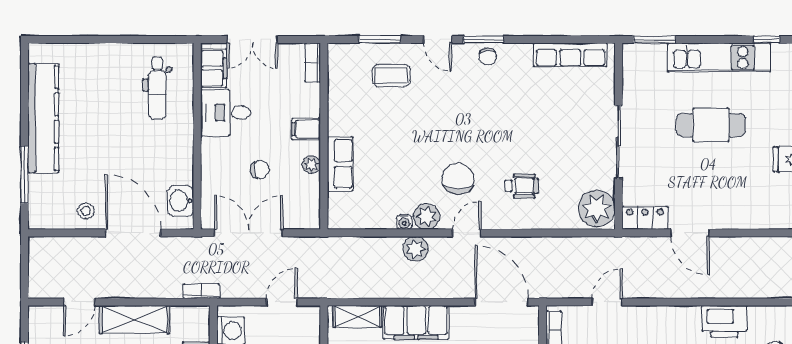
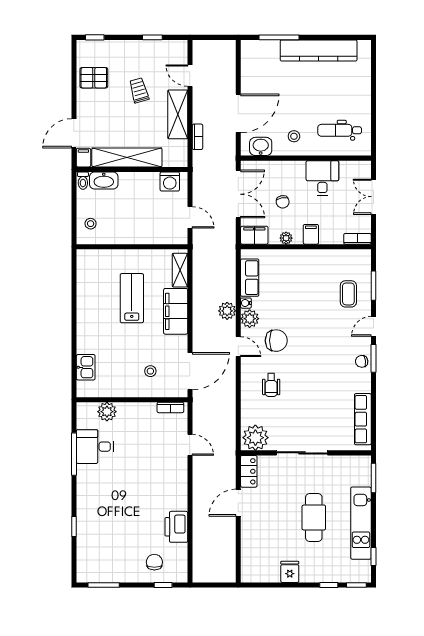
filing cabinet: (214, 68) -> (254, 235), moved, turned 180
row of seats: (340, 164) -> (250, 278), moved, turned -90
stool: (86, 211) -> (294, 136), moved
bookcase: (201, 291) -> (197, 137), moved

